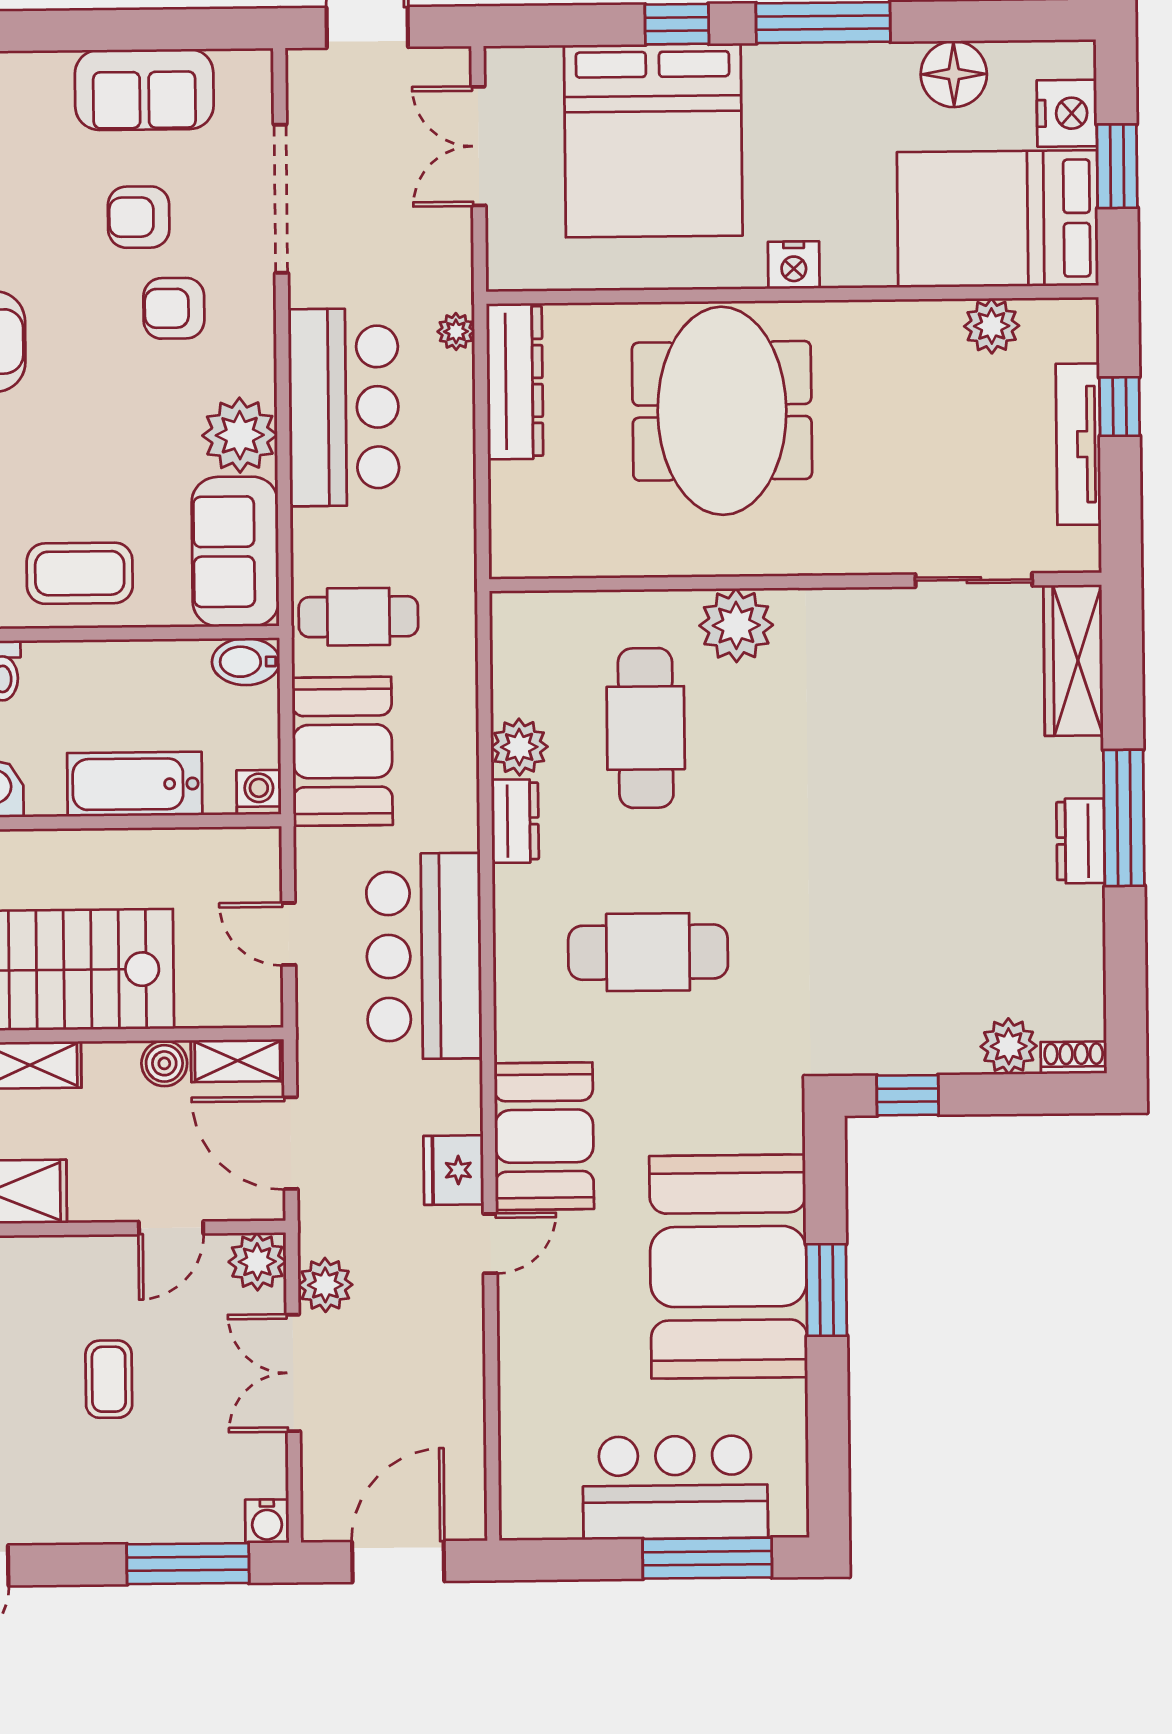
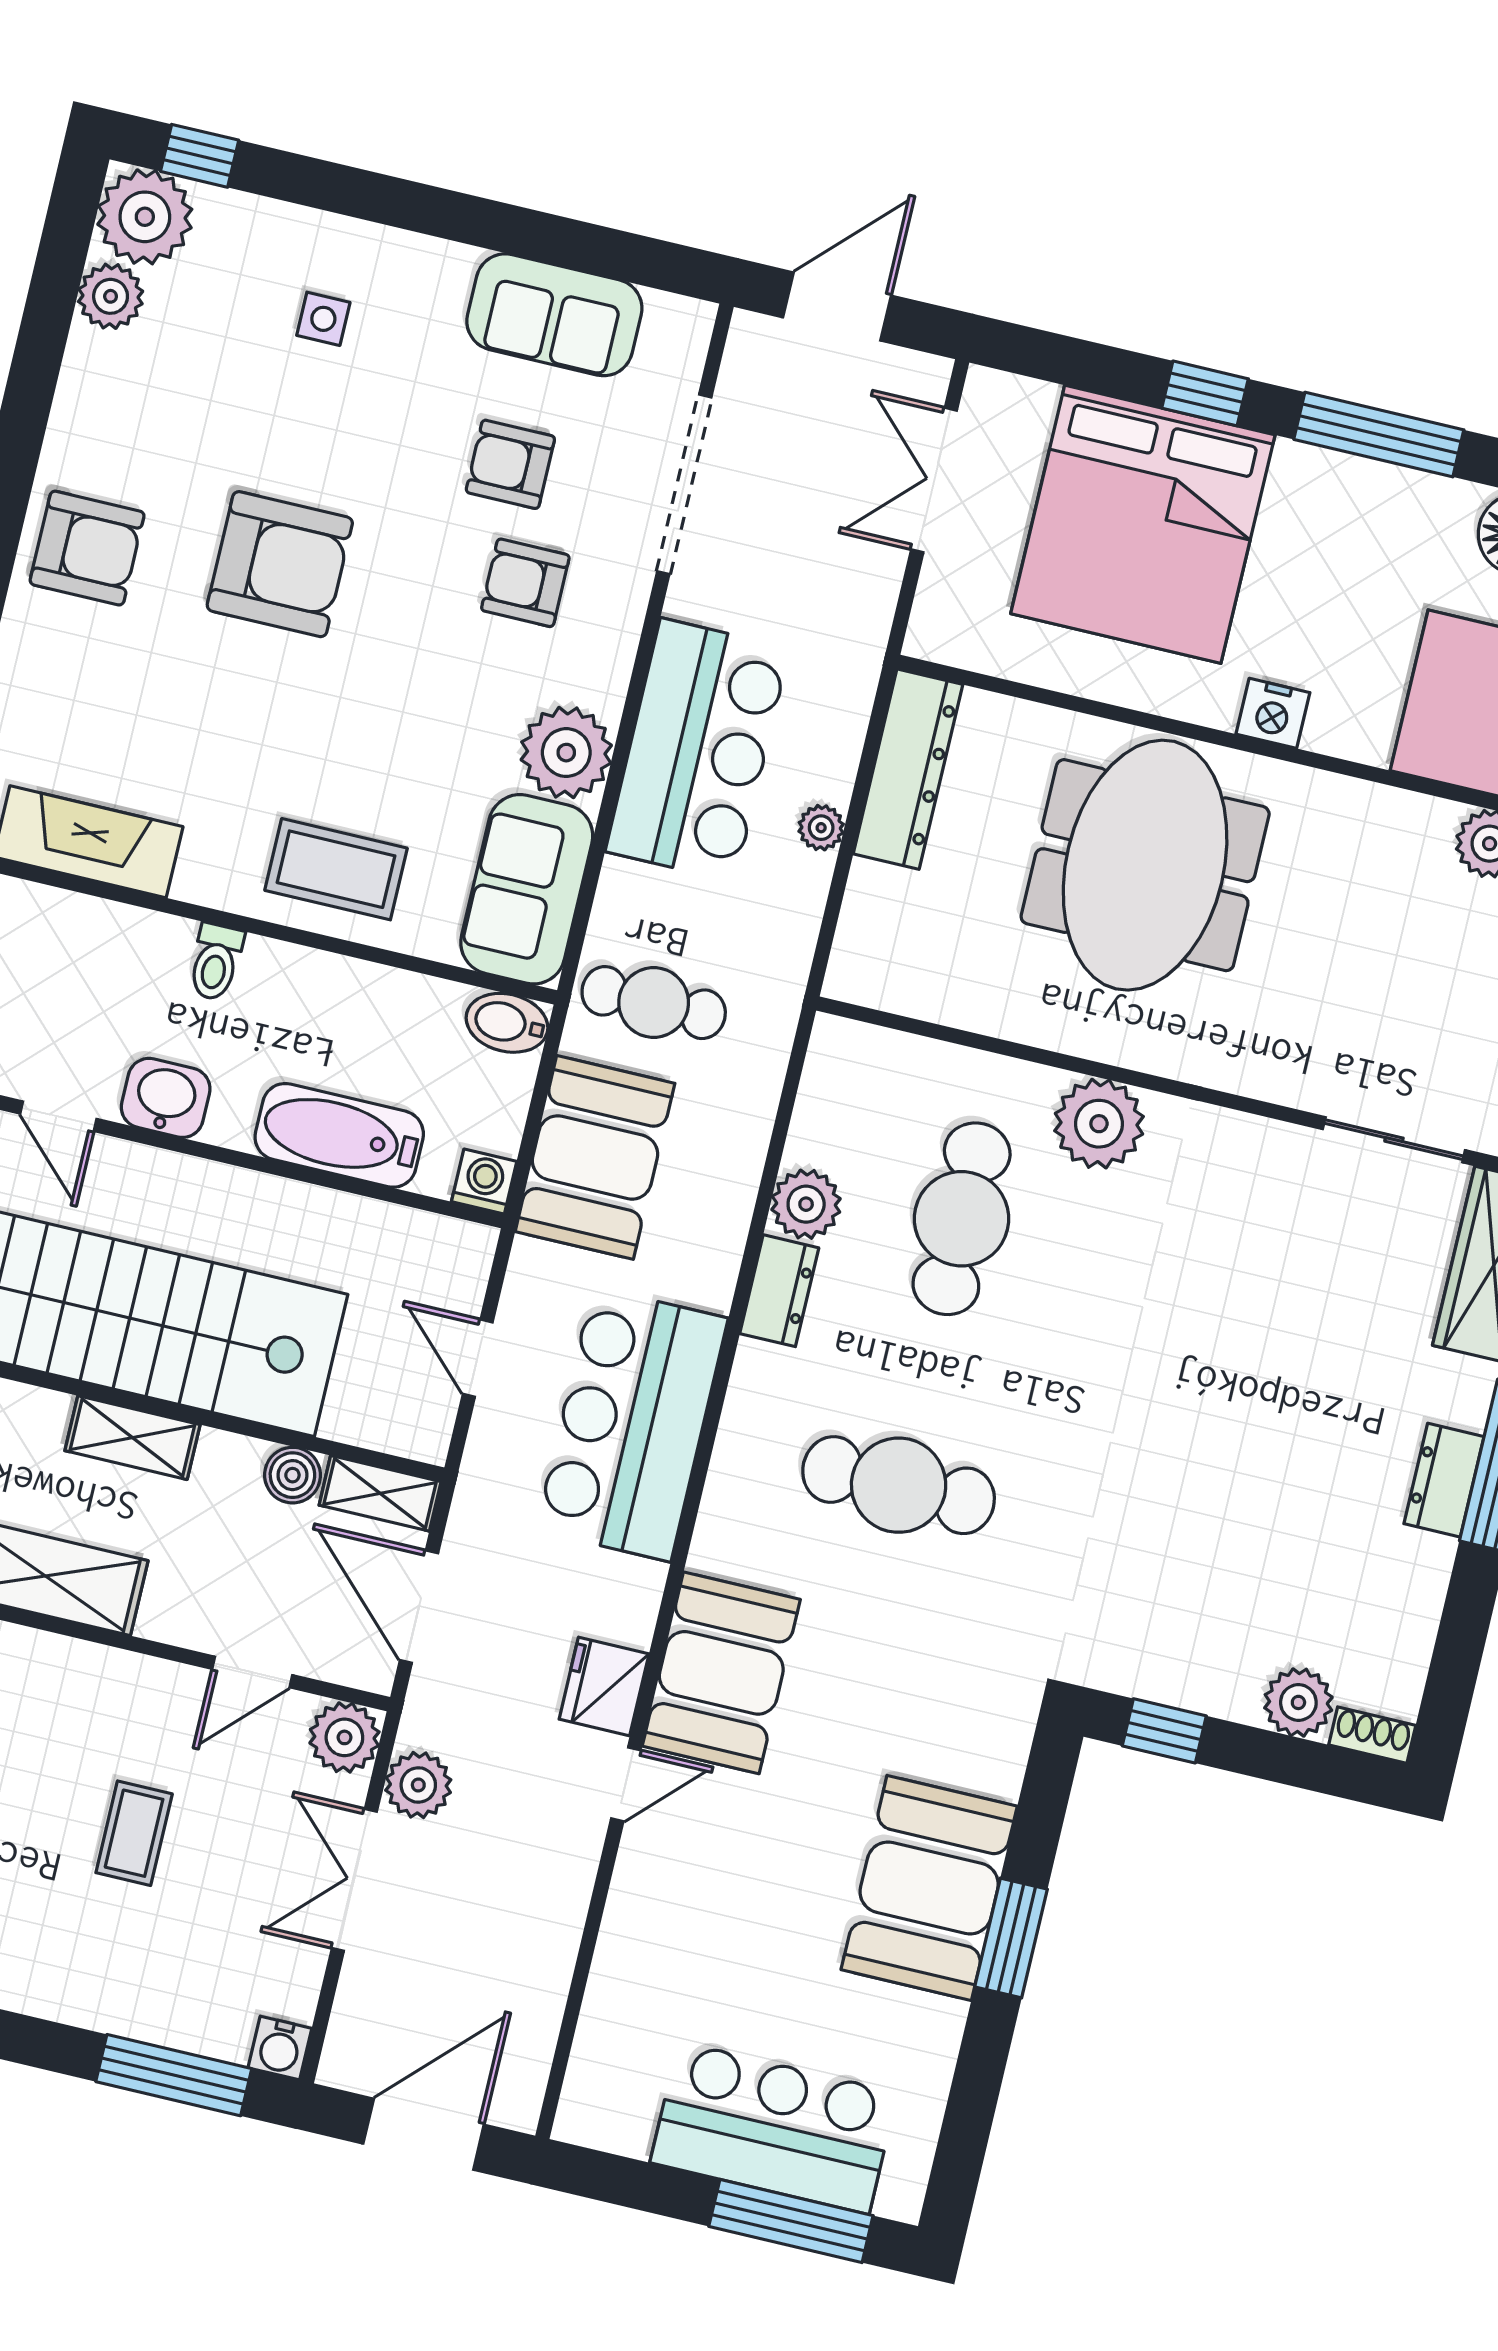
plant: (456, 331) -> (821, 828), moved
booth: (728, 1267) -> (929, 1888), width x0.73, depth x0.70

